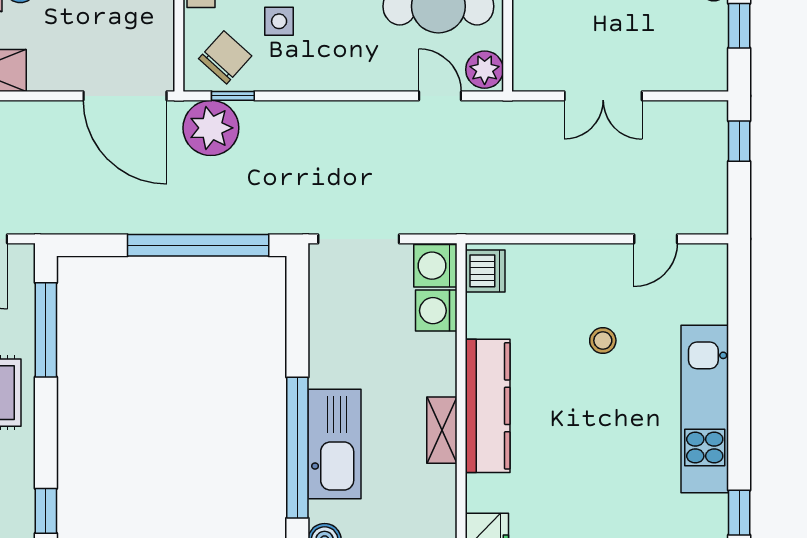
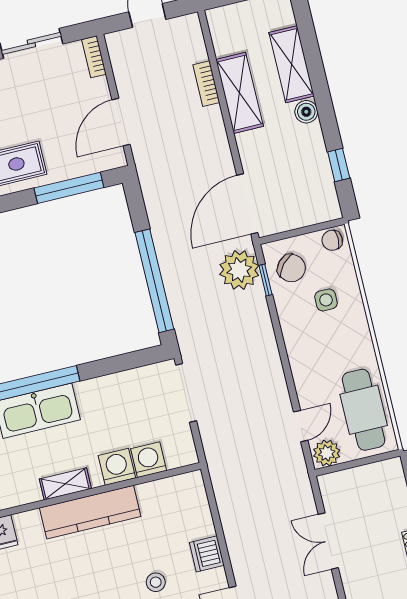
washing machine: (435, 266) -> (117, 467), moved
dishwasher: (485, 271) -> (207, 554), moved, turned 90

